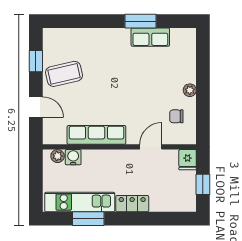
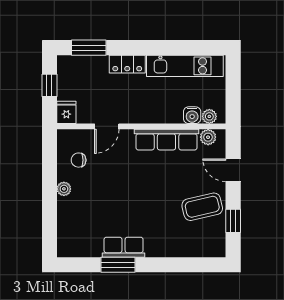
row of seats: (150, 37) -> (124, 247), moved
chair: (176, 116) -> (79, 160), turned 180
plant: (59, 137) -> (208, 137), added
window: (88, 219) -> (89, 48), moved

